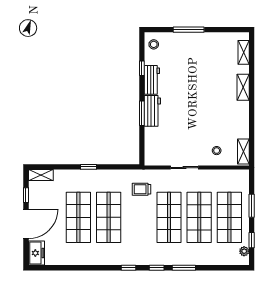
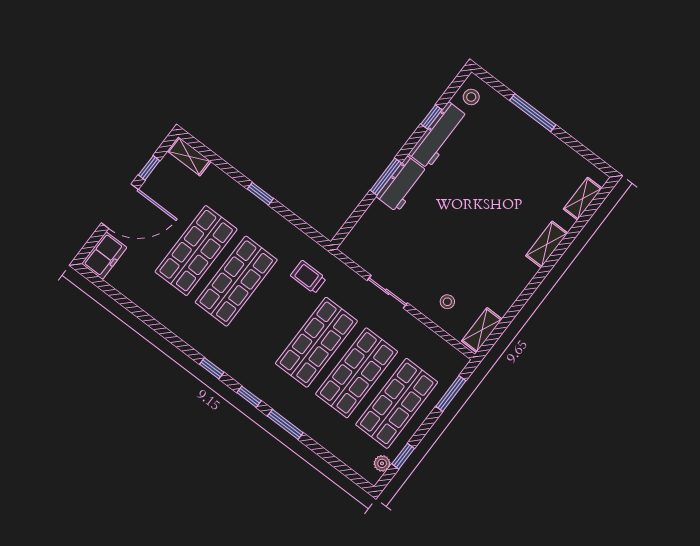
workbench: (152, 80) -> (438, 135), width x1.38
window: (252, 206) -> (451, 393), moved

